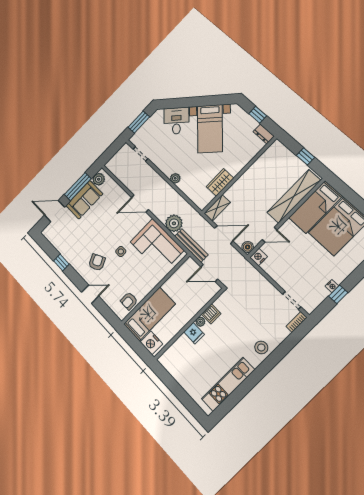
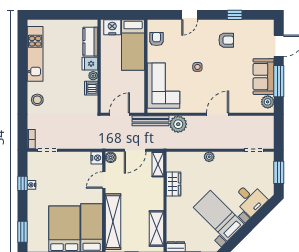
shelving: (265, 161) -> (156, 229), added
corner sofa: (157, 246) -> (164, 86), moved, turned 90
armchair: (97, 262) -> (226, 40), moved, turned -64
kitchen counter: (178, 349) -> (90, 42), added

